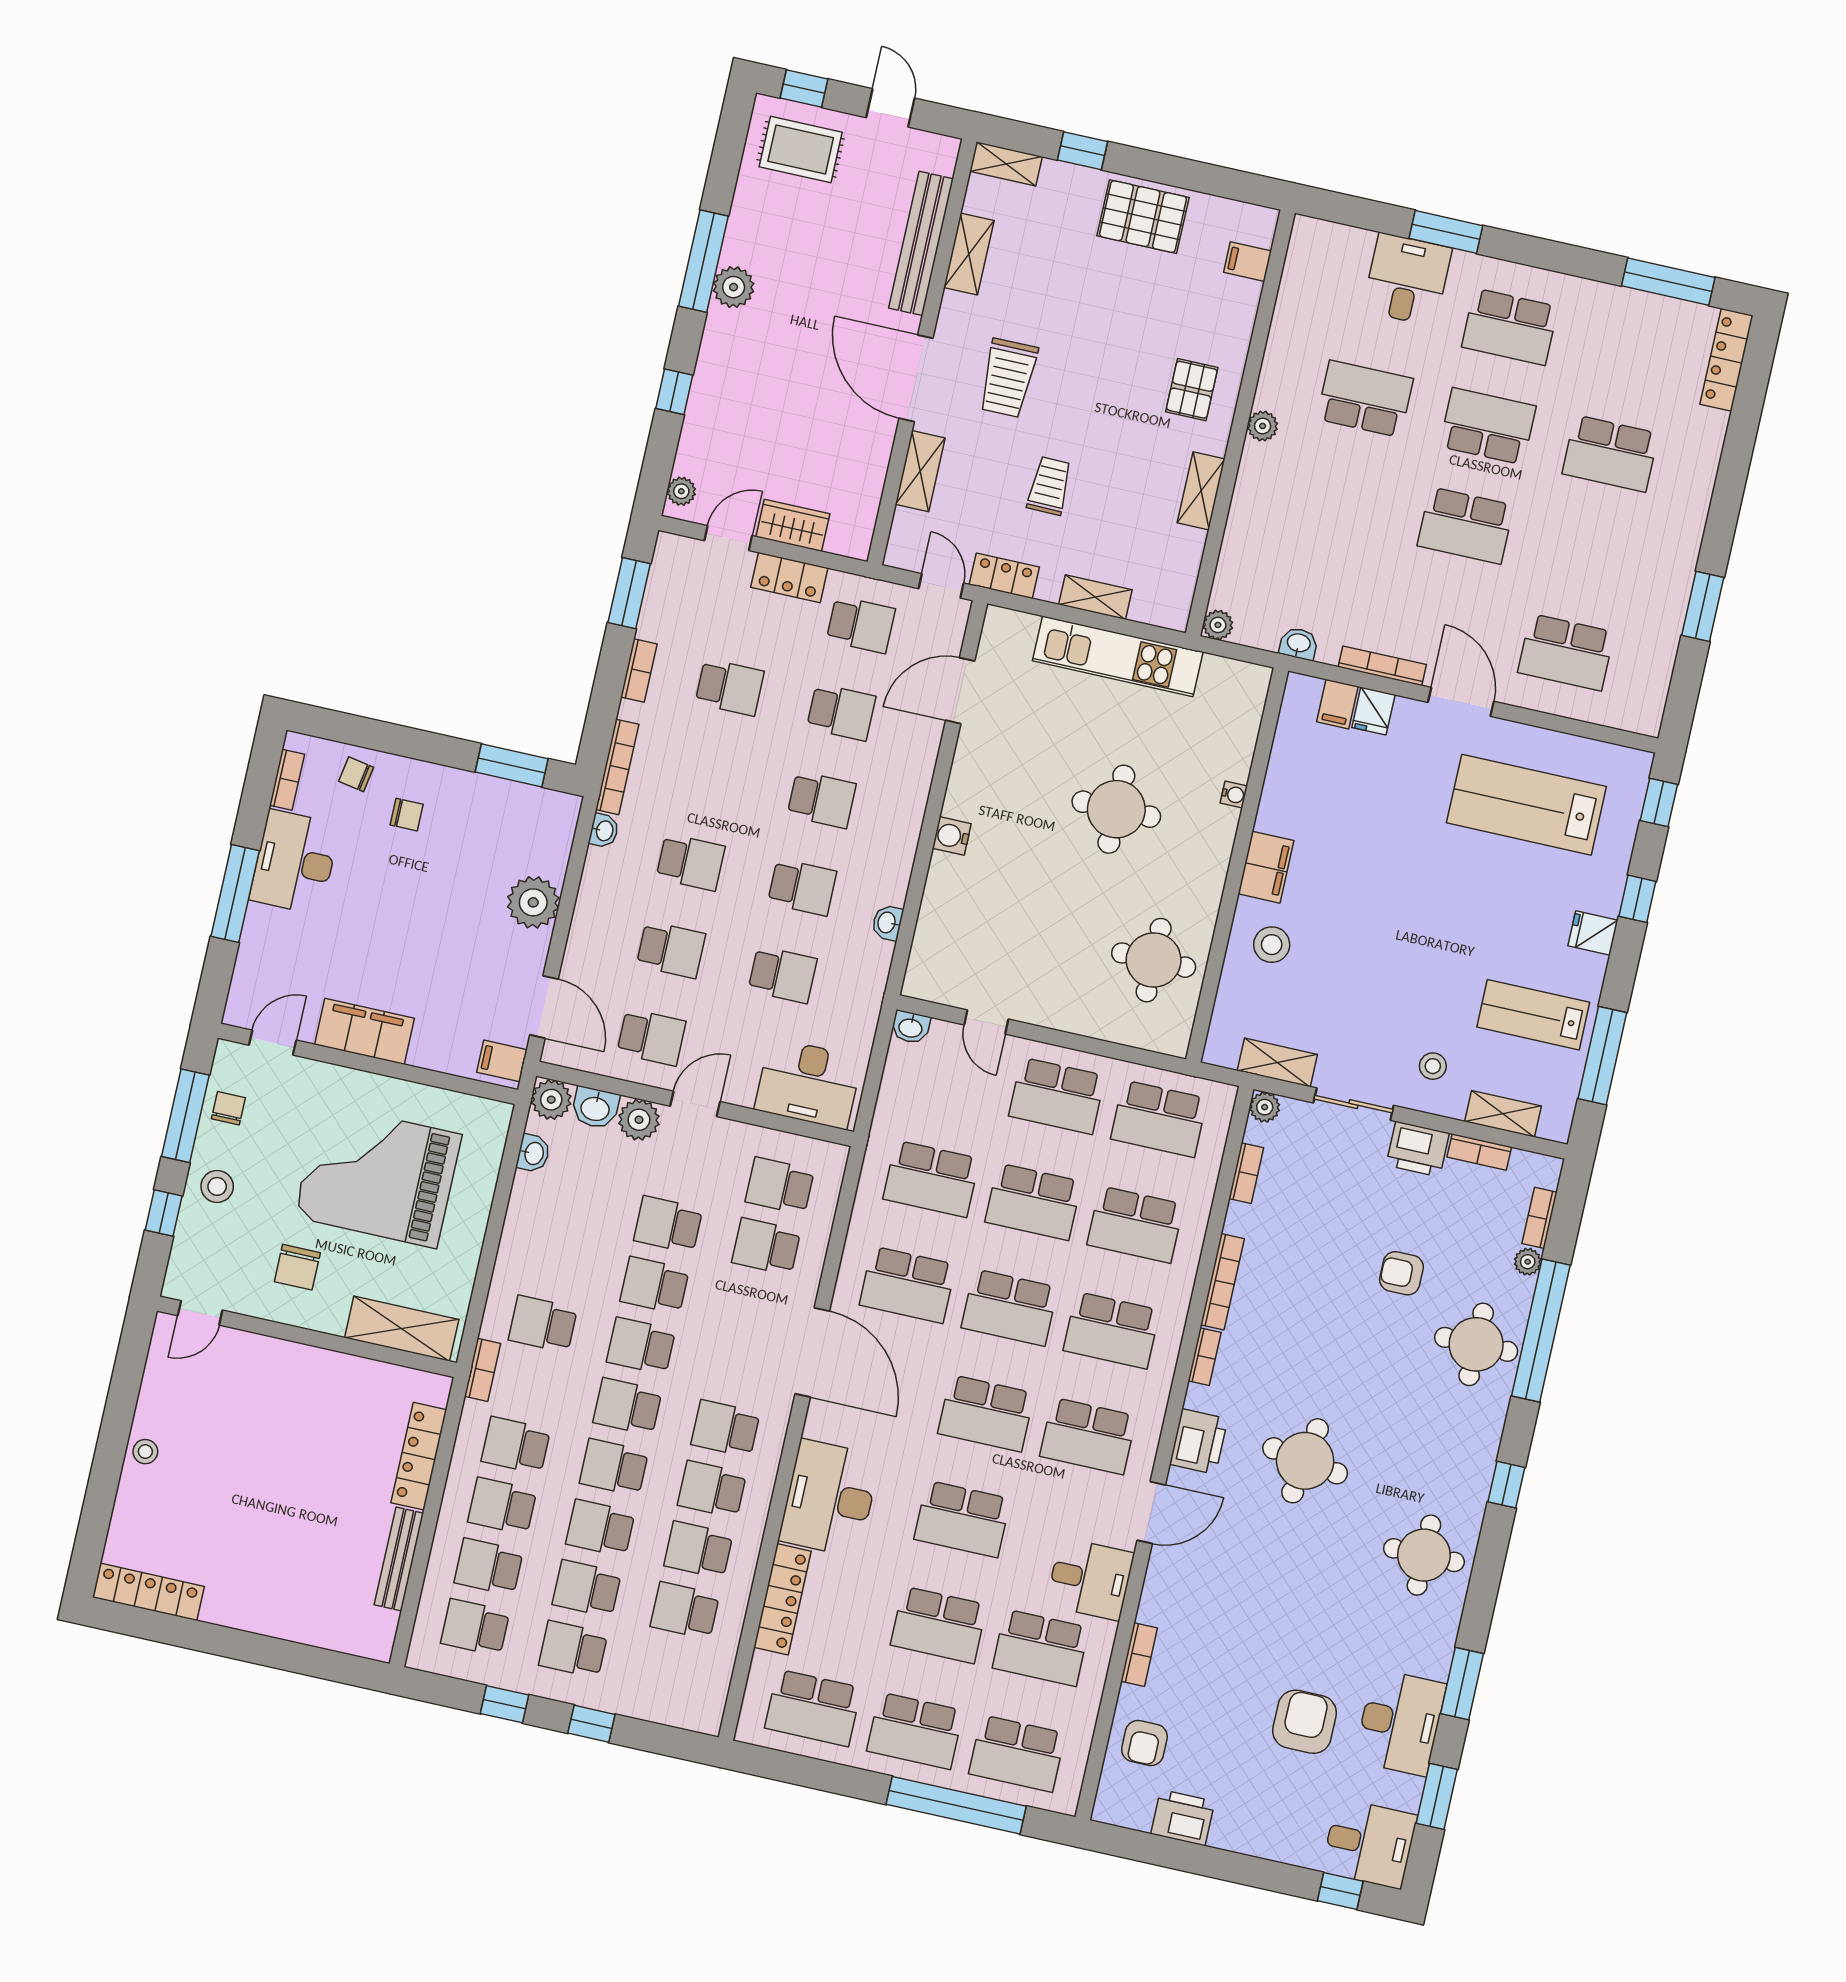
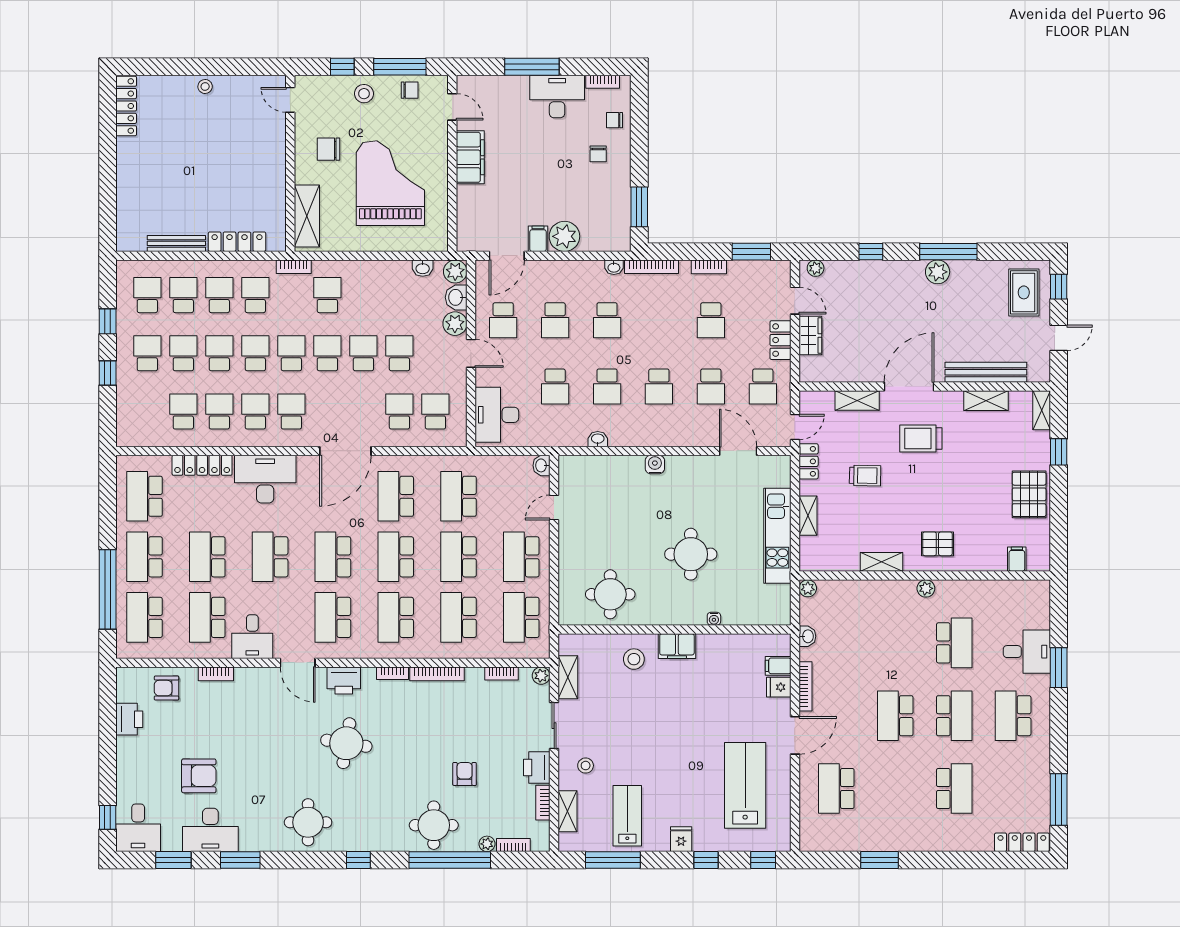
school desk: (1610, 454) -> (954, 789), turned 180
chair: (356, 774) -> (615, 120), turned -100
filing cabinet: (502, 1061) -> (538, 239), moved

